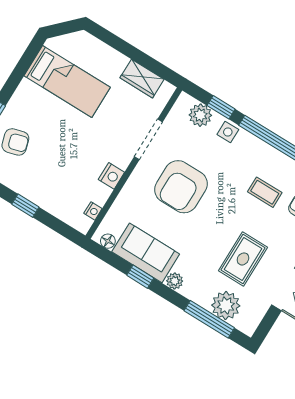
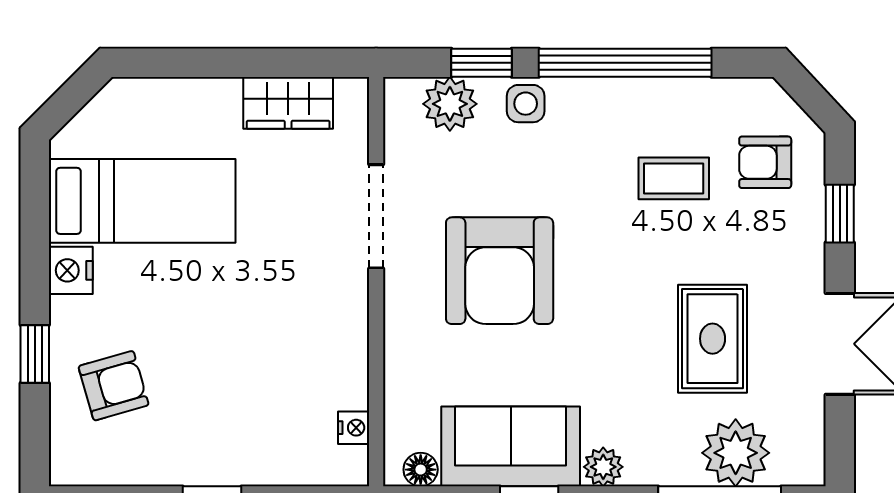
nightstand: (111, 176) -> (71, 270), moved, turned 180

